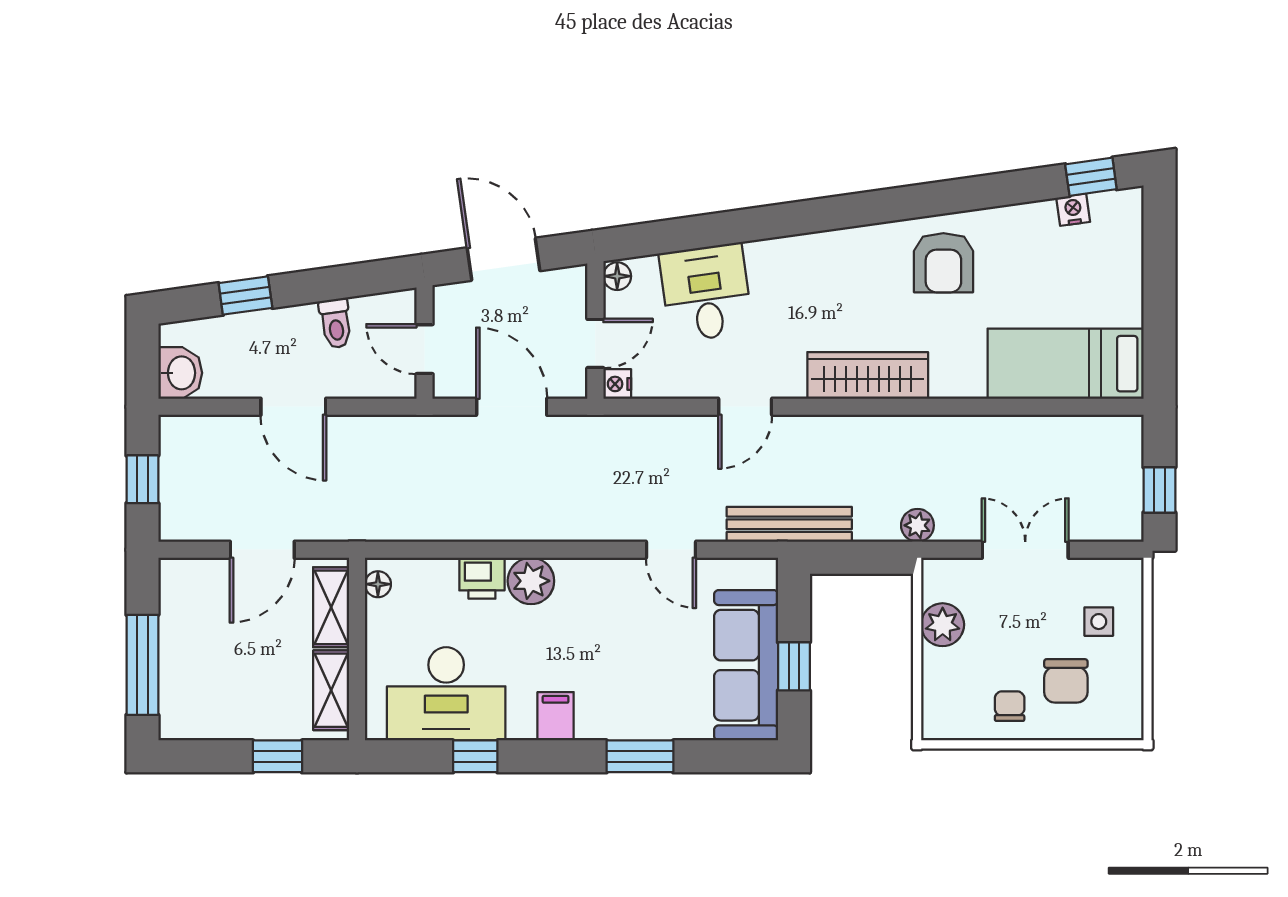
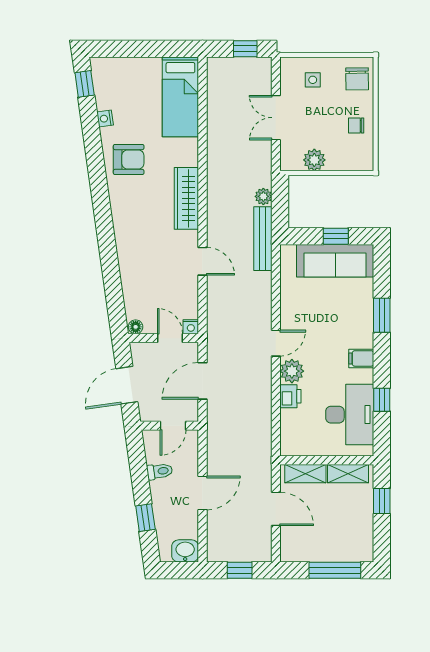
nightstand: (1073, 210) -> (105, 118), moved
desk: (706, 293) -> (144, 281), removed
plant: (917, 525) -> (263, 196), moved
door: (671, 550) -> (276, 343), moved
floor lamp: (378, 584) -> (294, 450), removed
chair: (1066, 681) -> (357, 79), moved, turned 89

